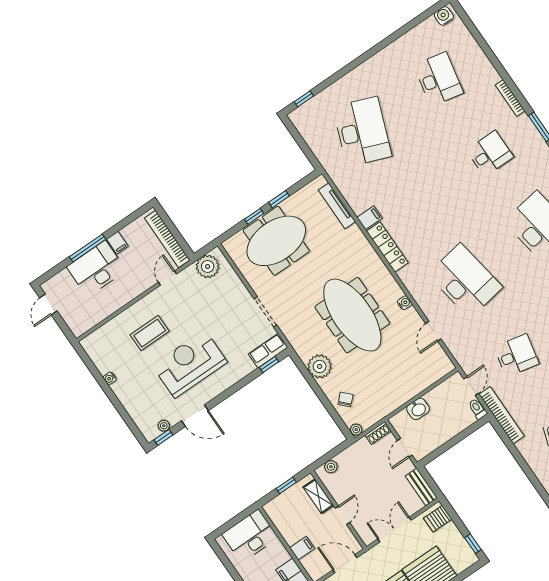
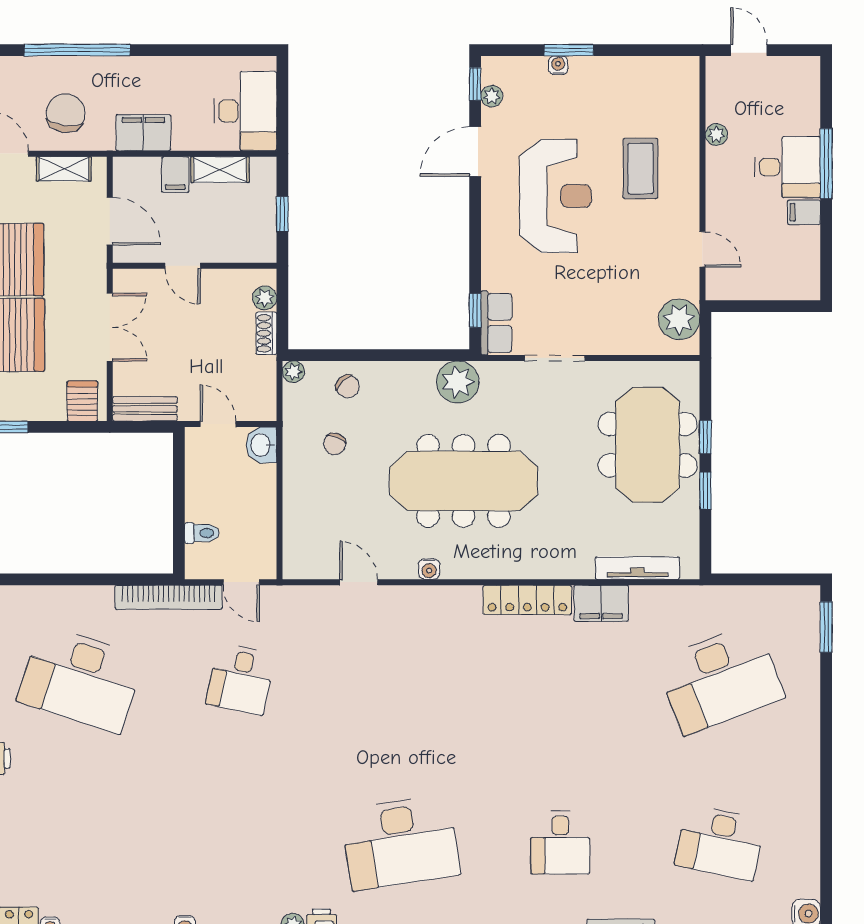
window: (304, 99) -> (826, 627), width x1.50
desk: (362, 132) -> (720, 679), turned -42
filing cabinet: (370, 218) -> (601, 603), width x2.00
bookcase: (167, 239) -> (760, 288), removed
desk: (96, 269) -> (787, 167), width x0.73
desk: (465, 281) -> (400, 679), removed
door: (48, 304) -> (749, 50), moved
plant: (109, 309) -> (716, 135), added
plant: (320, 366) -> (458, 382), moved
water cooler: (110, 378) -> (558, 65), moved
chair: (377, 387) -> (335, 444), added
window: (117, 405) -> (569, 50), added
washbasin: (418, 409) -> (261, 445), moved
toilet: (478, 409) -> (202, 533), moved
shoe rack: (378, 433) -> (266, 333), moved
shelving: (318, 496) -> (220, 170), moved
door: (345, 564) -> (110, 221), hinge flipped

